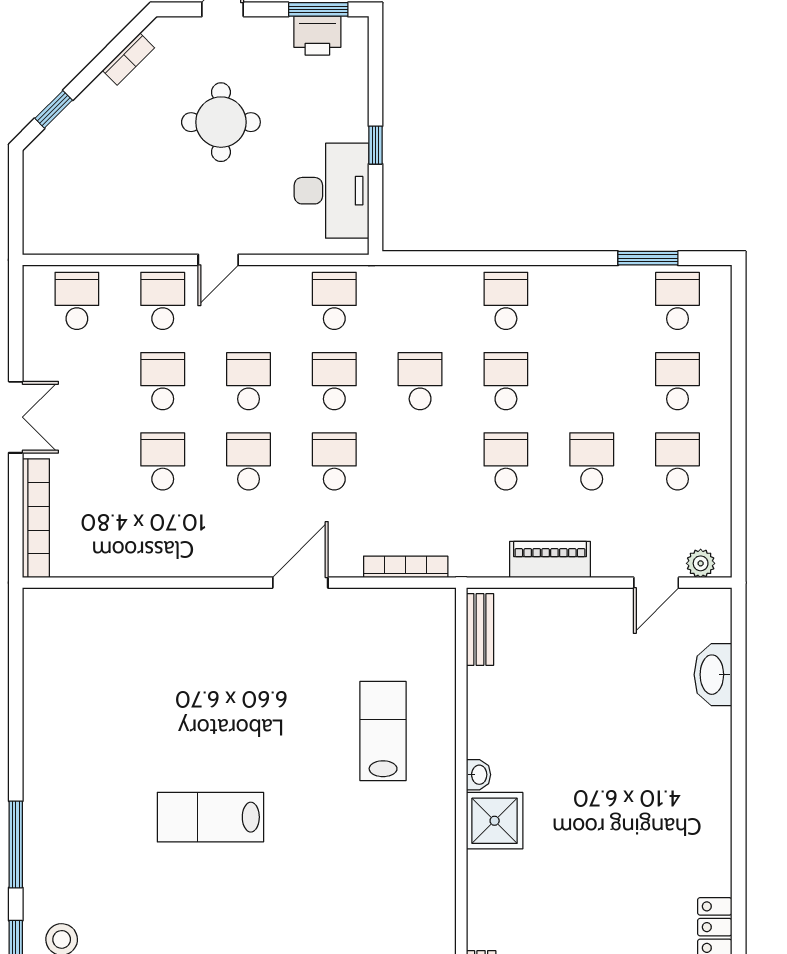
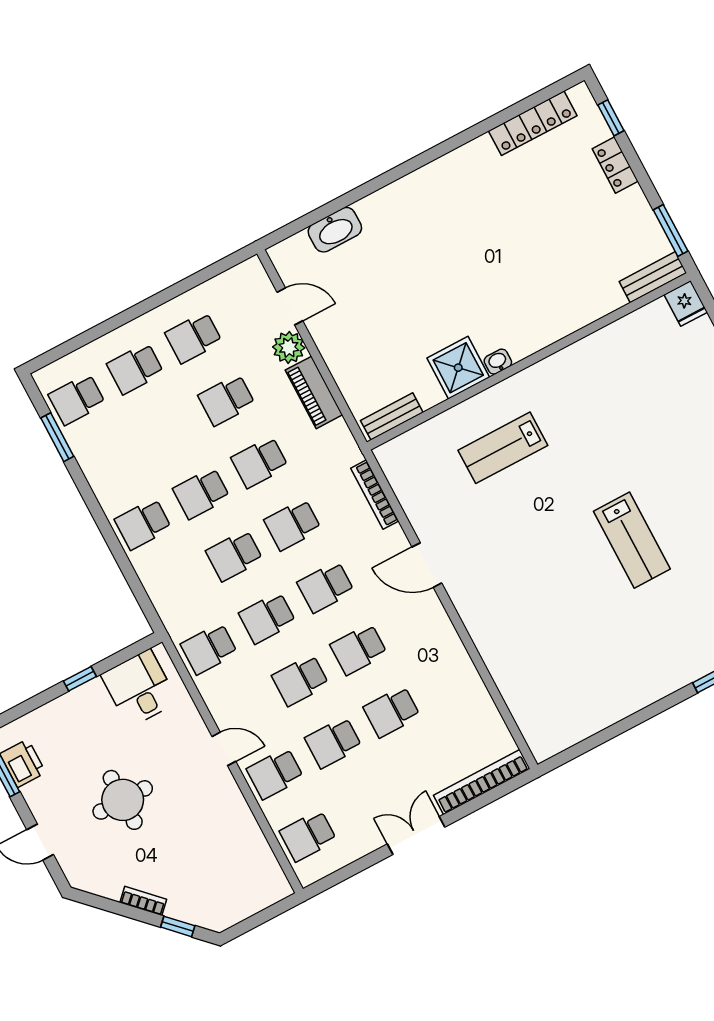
bookcase: (128, 59) -> (143, 901), moved
desk: (331, 191) -> (139, 688), width x0.73
school desk: (420, 461) -> (293, 525), added
plant: (701, 563) -> (289, 347), moved, width x1.38, depth x1.38
shower: (495, 821) -> (458, 368), moved

